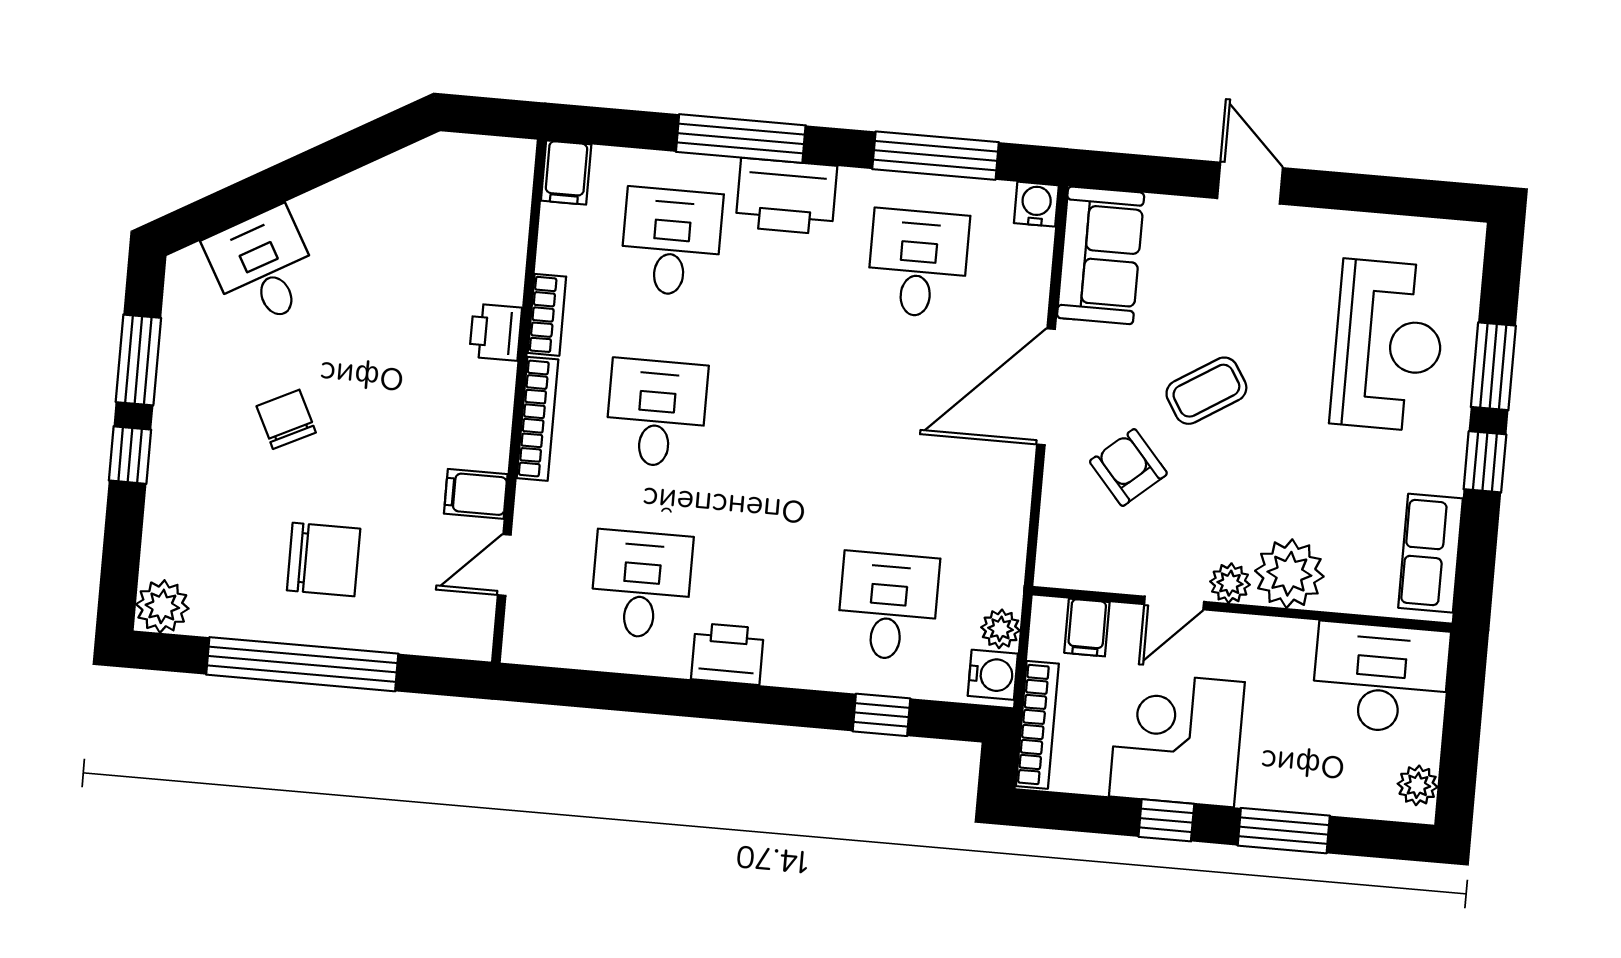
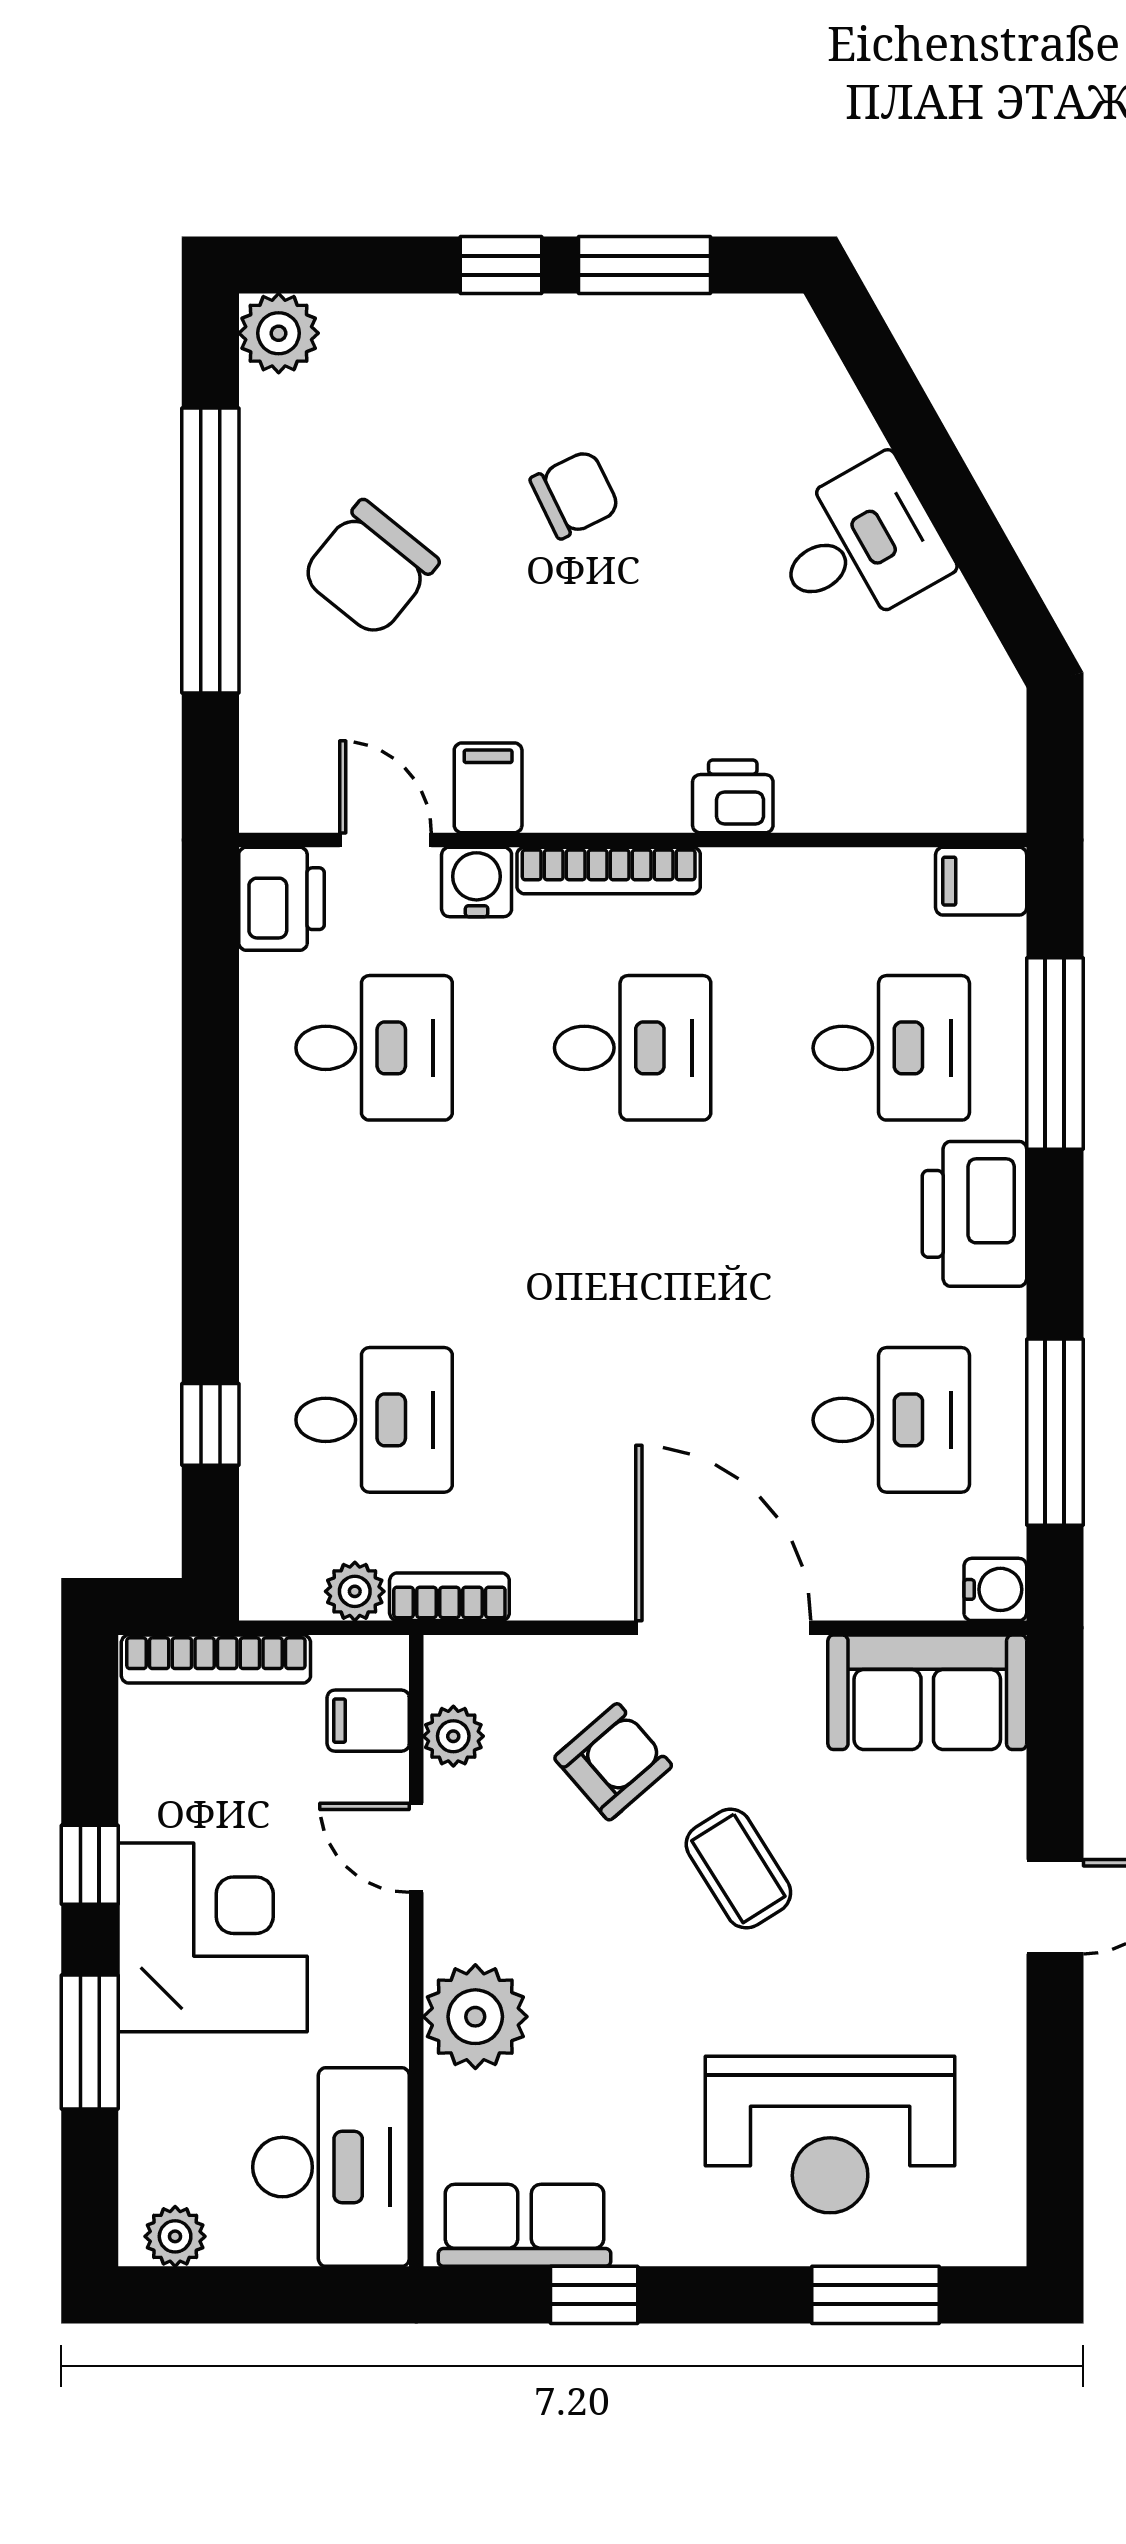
window: (741, 139) -> (1055, 1054), moved
desk: (263, 267) -> (859, 545), moved
bookcase: (547, 315) -> (449, 1597), moved, turned 180
window: (1493, 366) -> (876, 2295), moved
window: (1485, 462) -> (594, 2295), moved
chair: (324, 560) -> (370, 569), turned 39
plant: (1230, 583) -> (453, 1736), moved
printer: (728, 654) -> (281, 899), moved
water cooler: (993, 675) -> (477, 882), moved, turned 180
corner desk: (1177, 739) -> (213, 1937), moved

